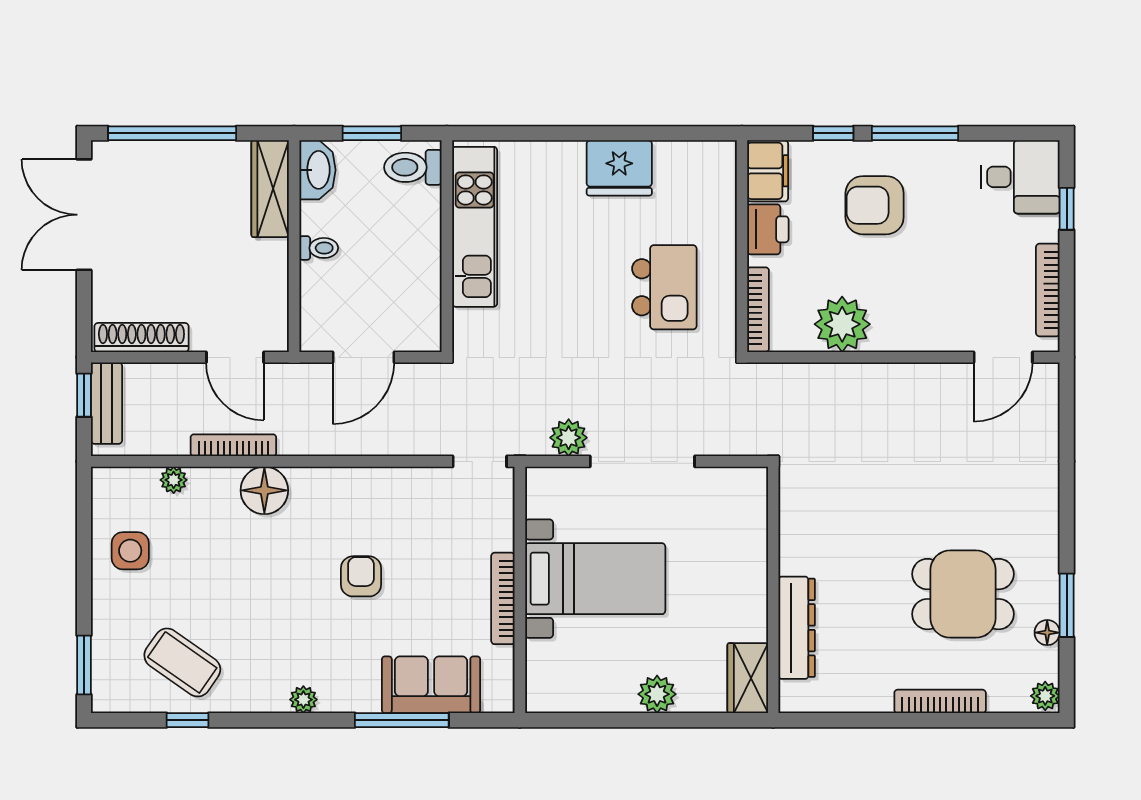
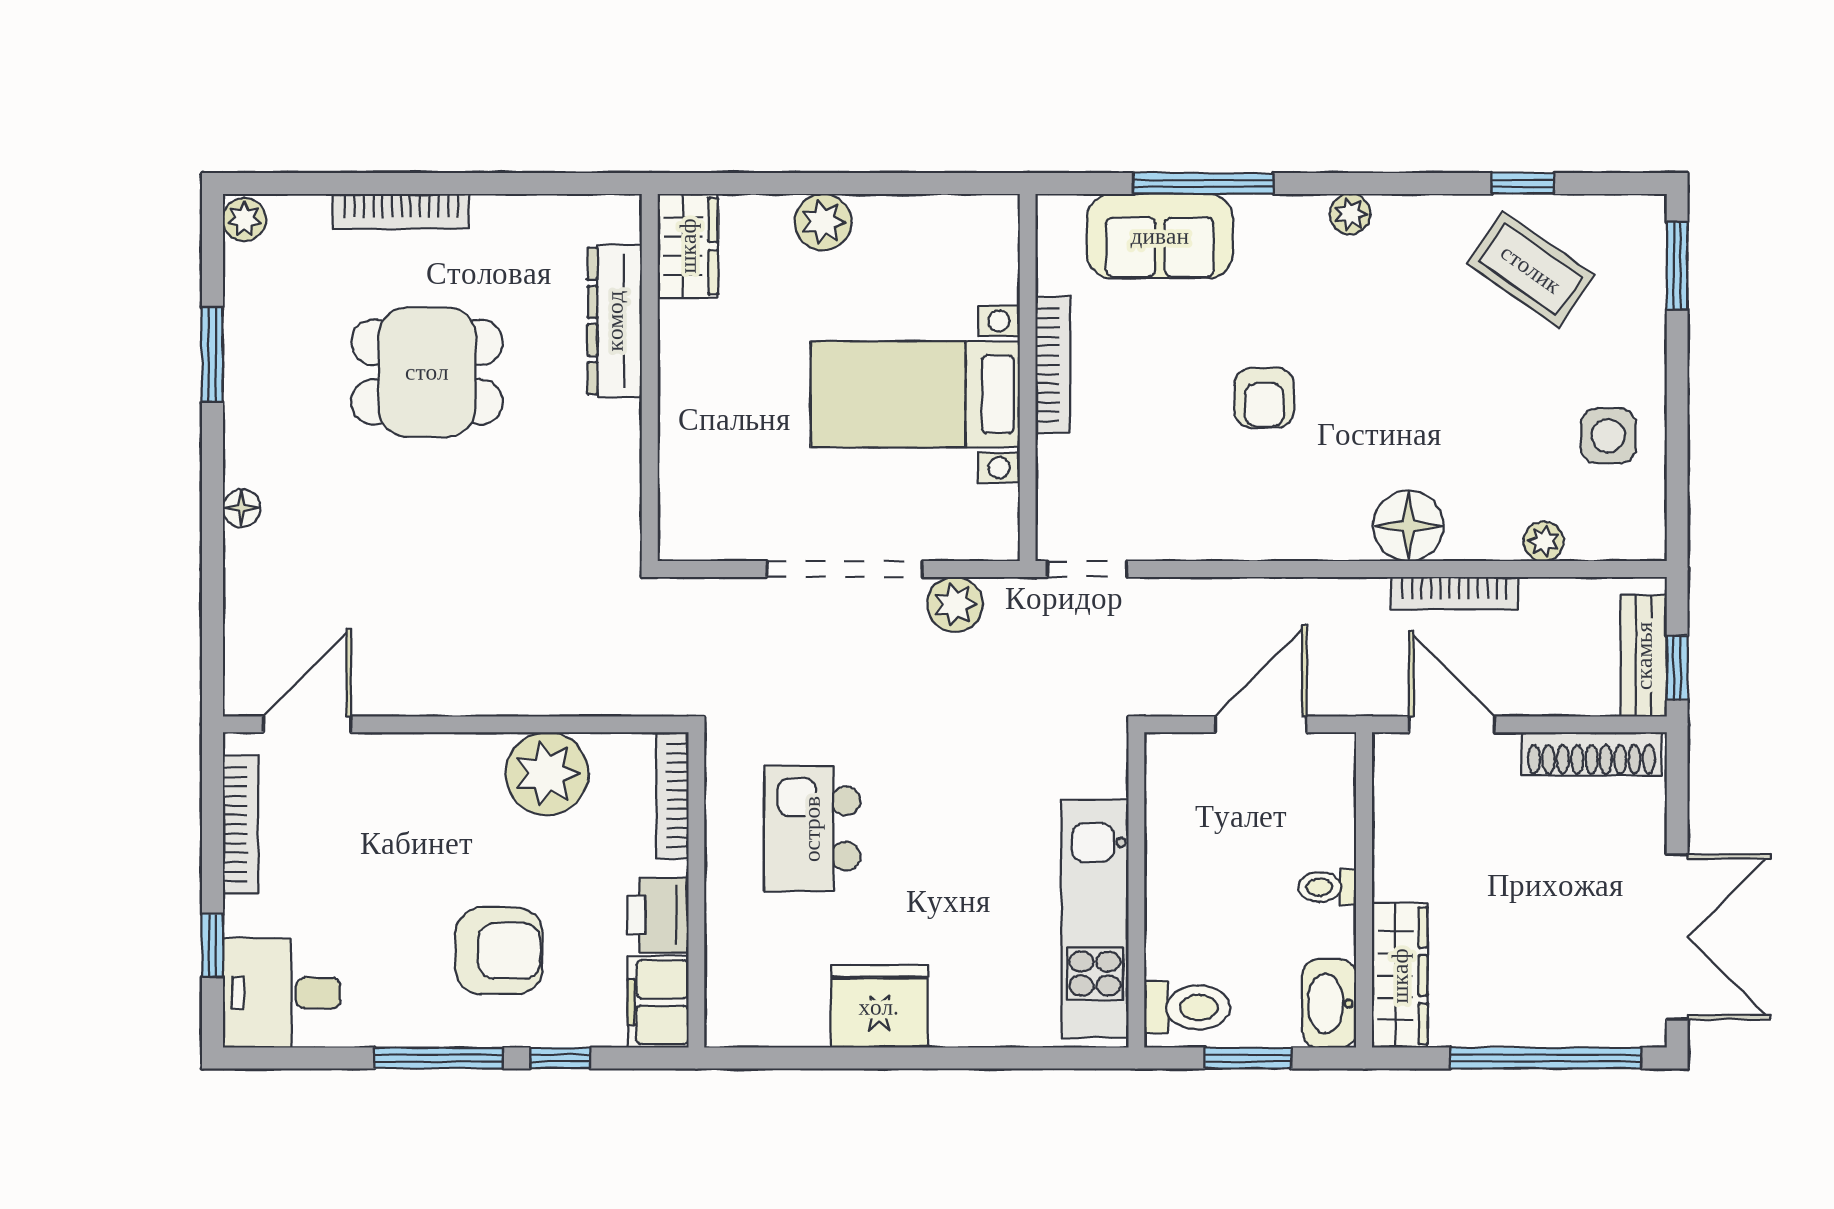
dining table: (963, 594) -> (427, 372), moved
floor lamp: (1047, 633) -> (242, 508), moved

